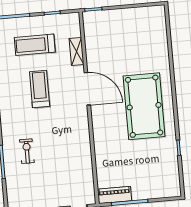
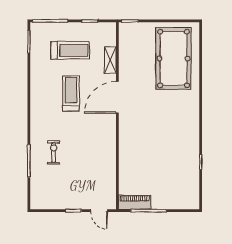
treadmill: (35, 45) -> (70, 50), turned 180
door: (87, 89) -> (117, 97), swing flipped
pool table: (144, 106) -> (174, 58), moved

